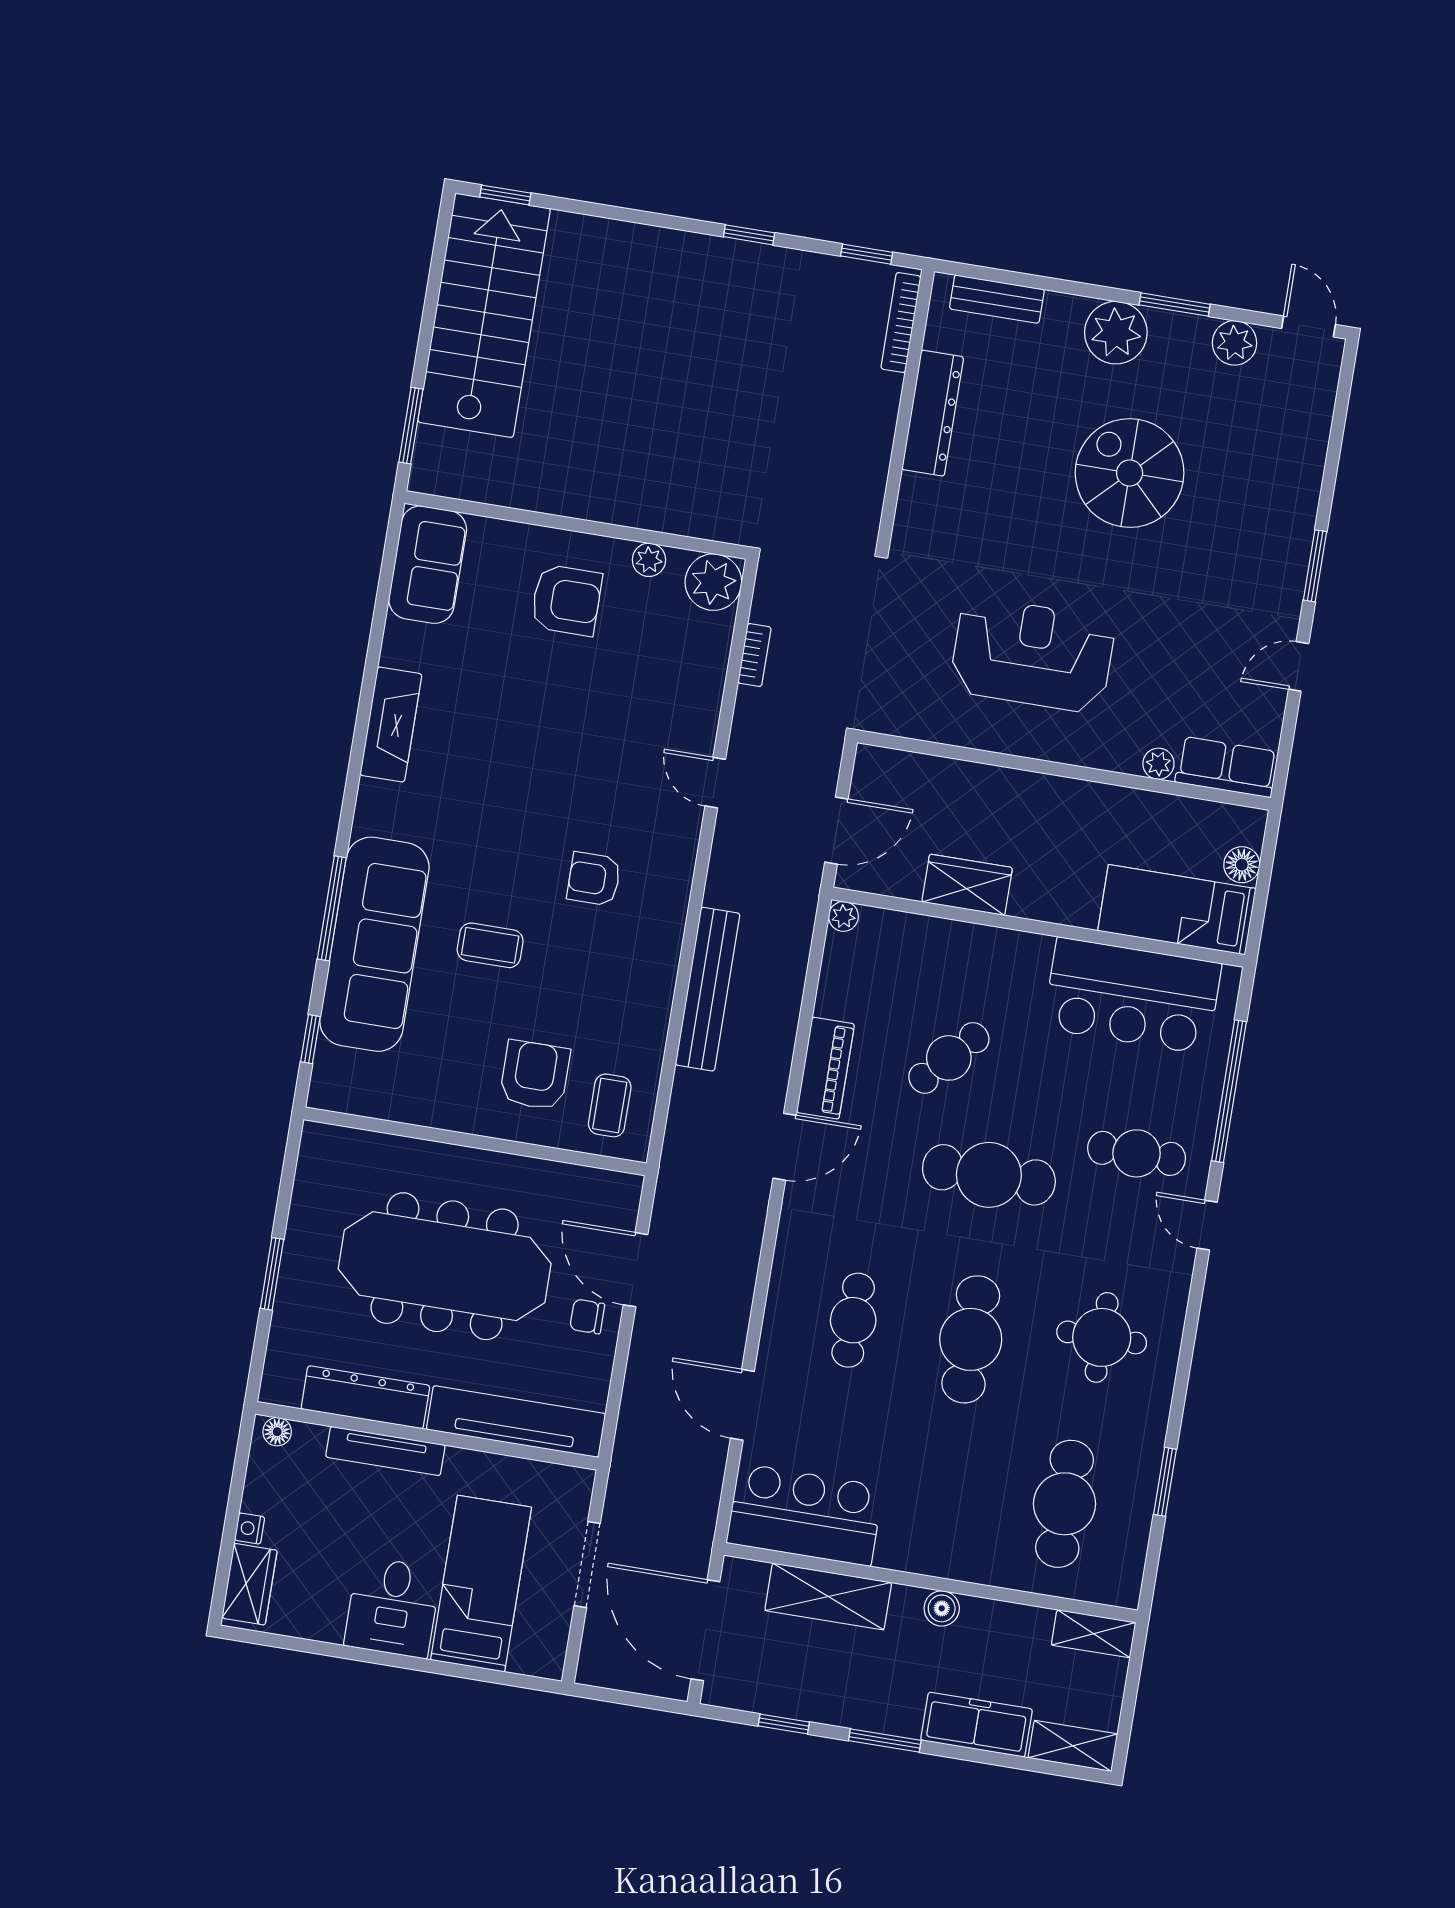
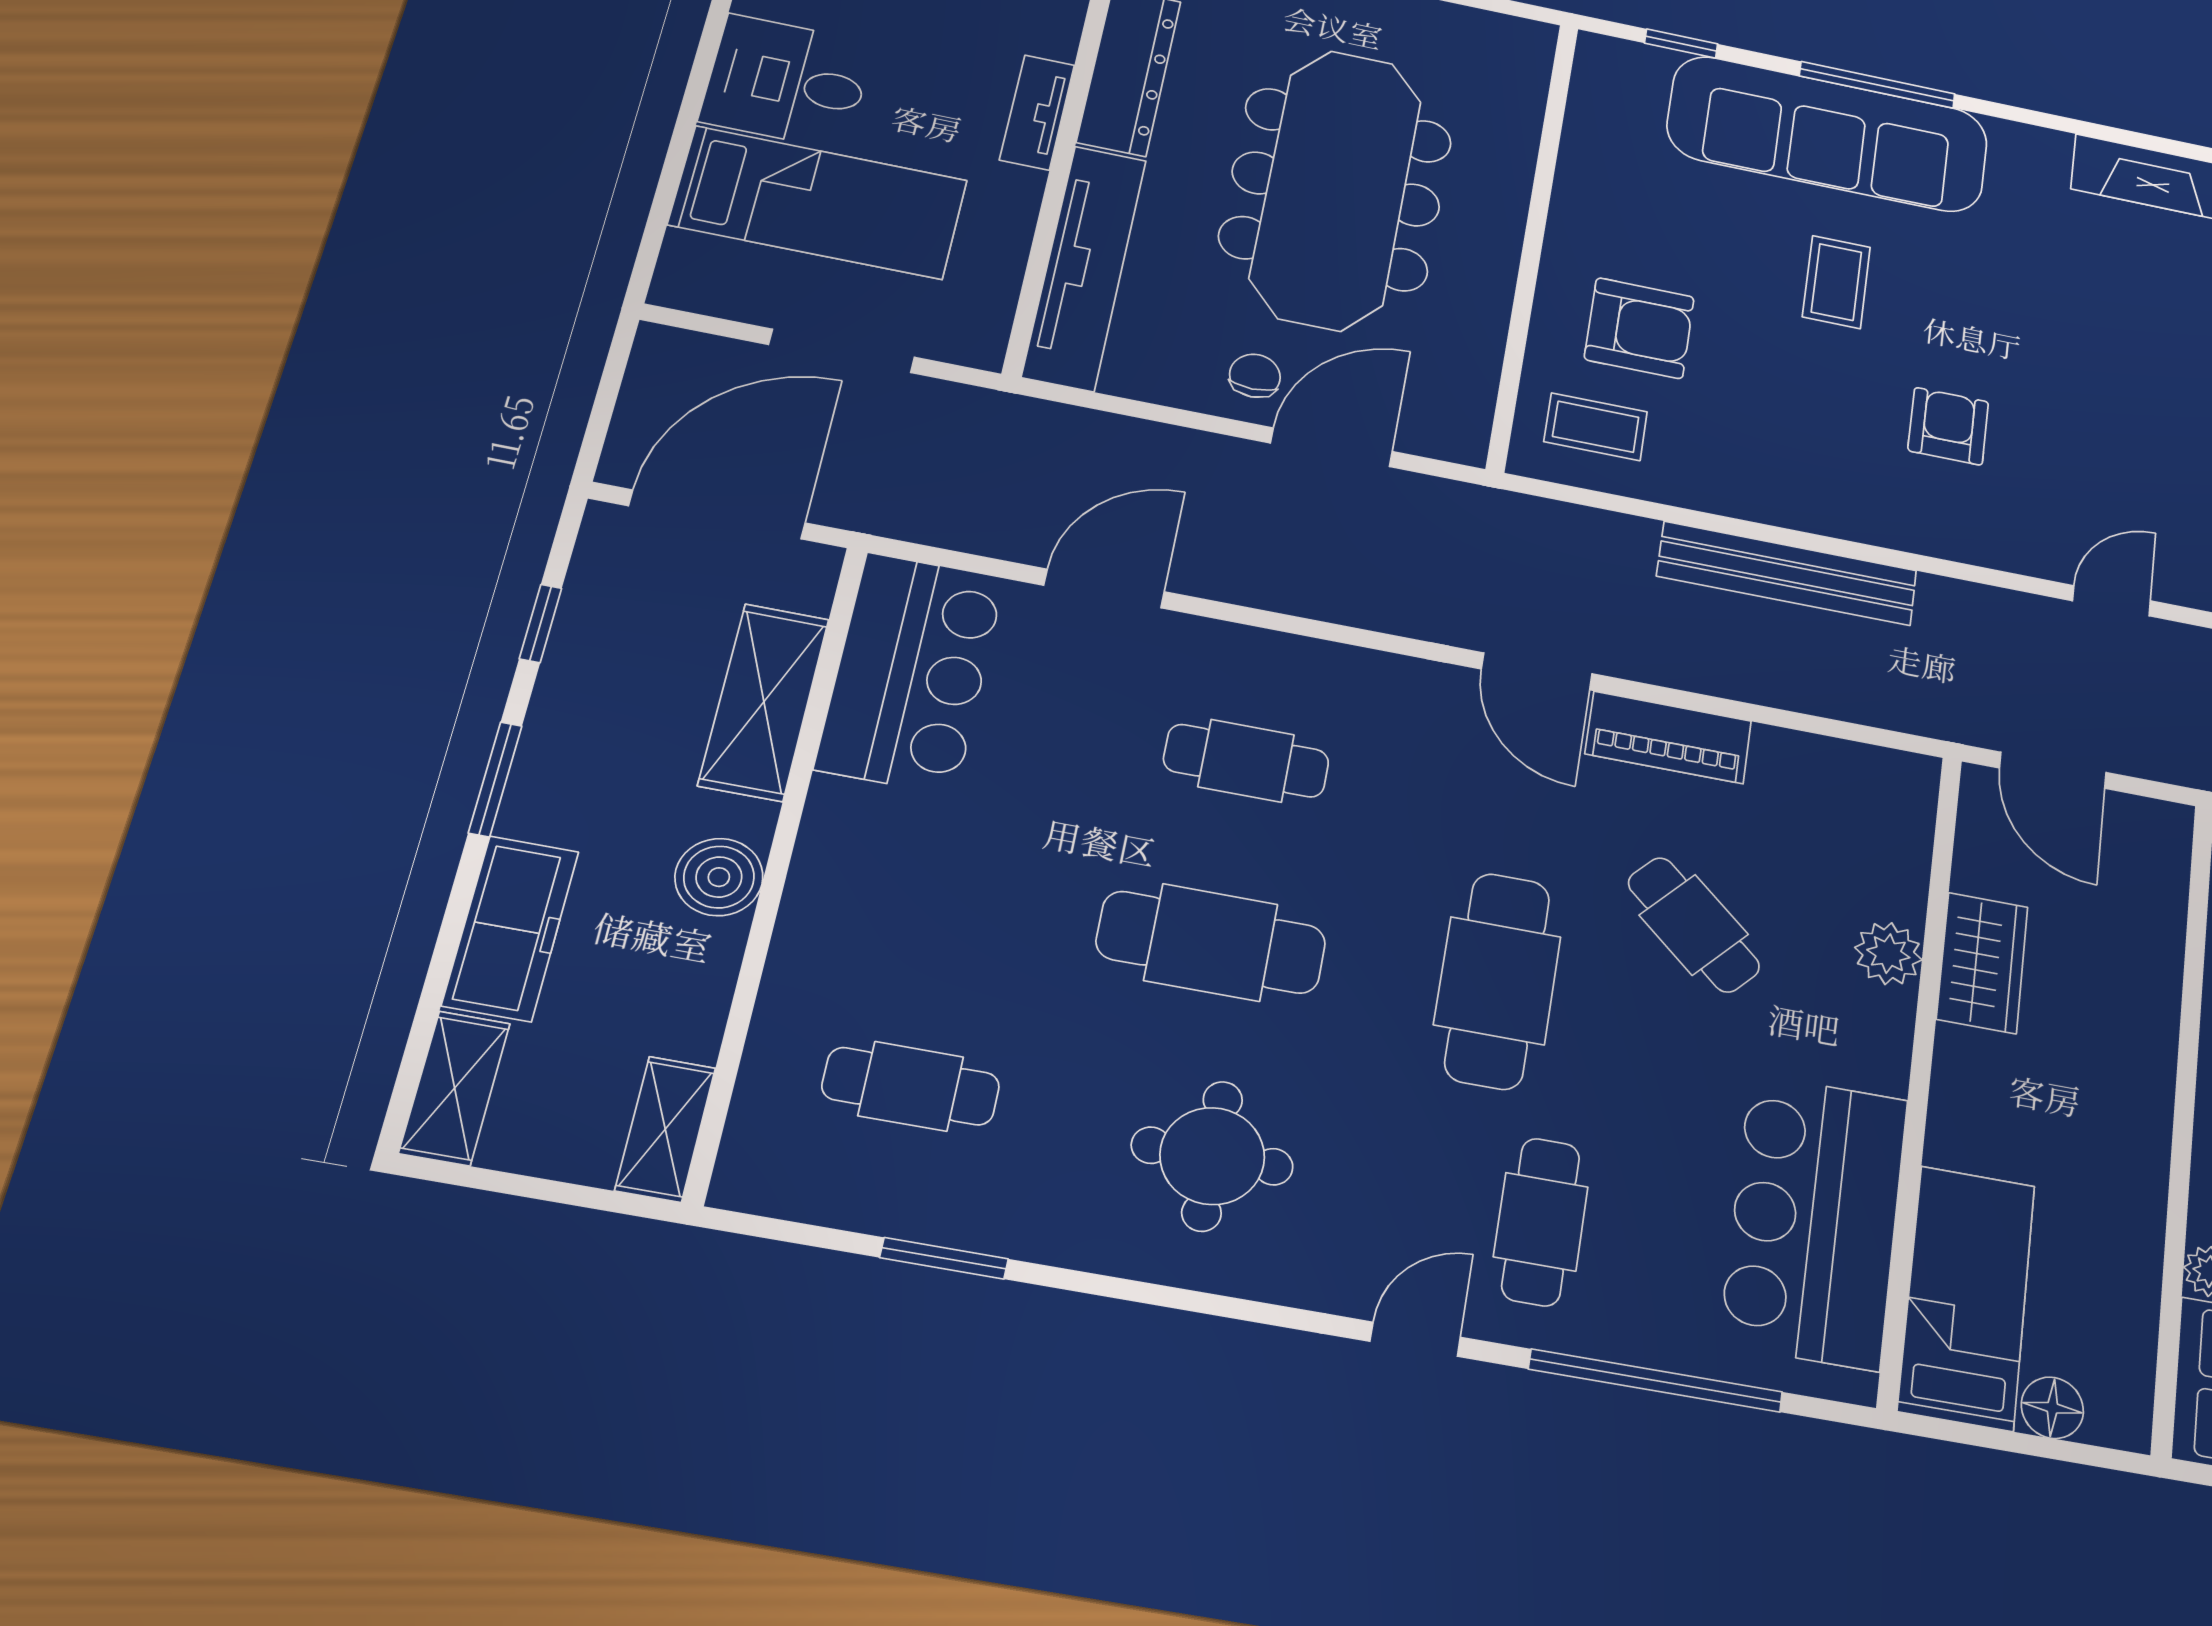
plant: (843, 916) -> (1888, 954), moved, width x1.38, depth x1.38
tv unit: (385, 1451) -> (1037, 112), width x0.71
cafe table: (1065, 1504) -> (911, 1086), width x0.73, depth x0.74
boiler: (942, 1608) -> (719, 877), width x1.36, depth x1.36

